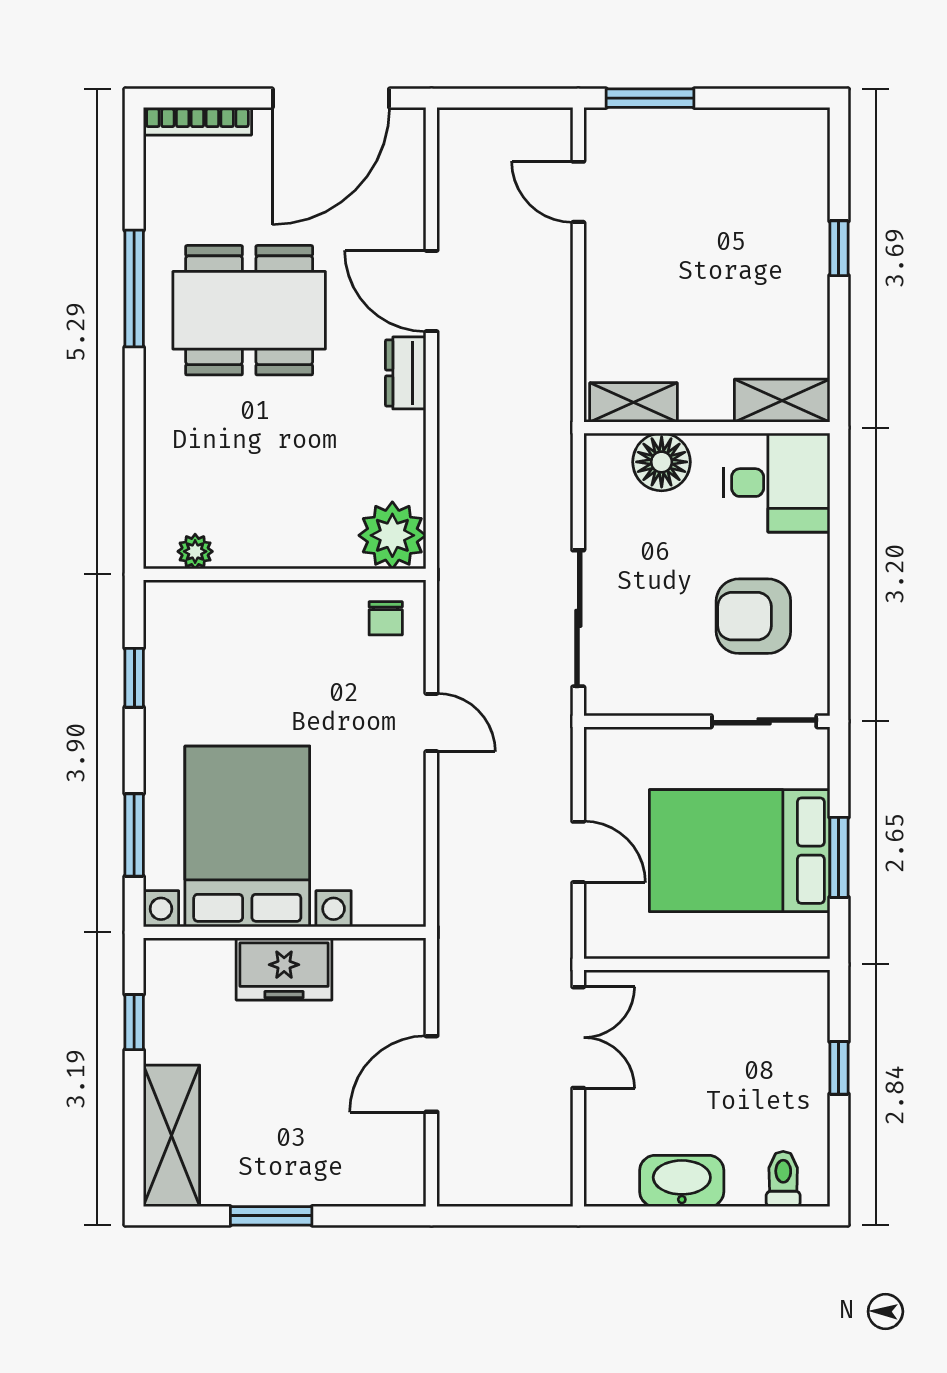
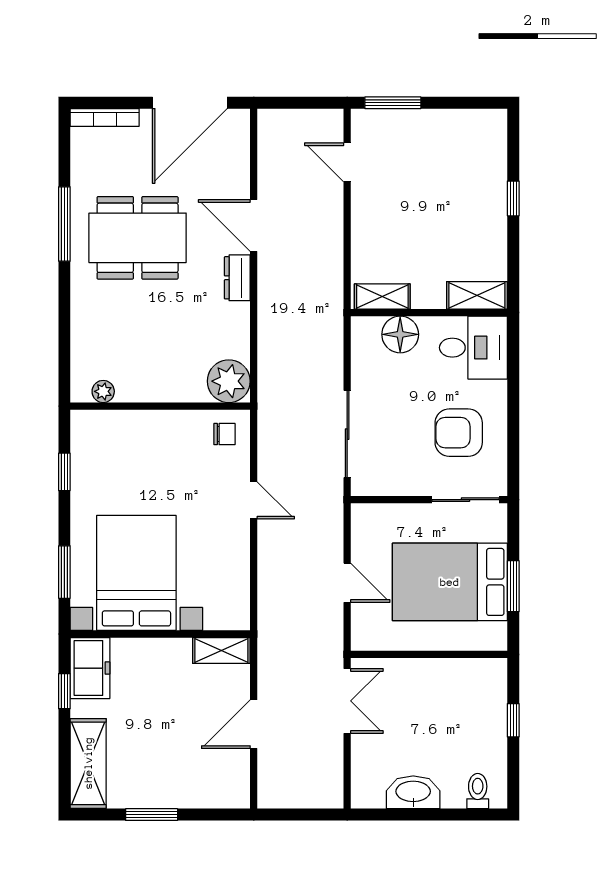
chair: (386, 618) -> (225, 434), turned -90
shelving: (381, 958) -> (221, 650), added
freezer: (284, 969) -> (90, 668), moved, turned -90

